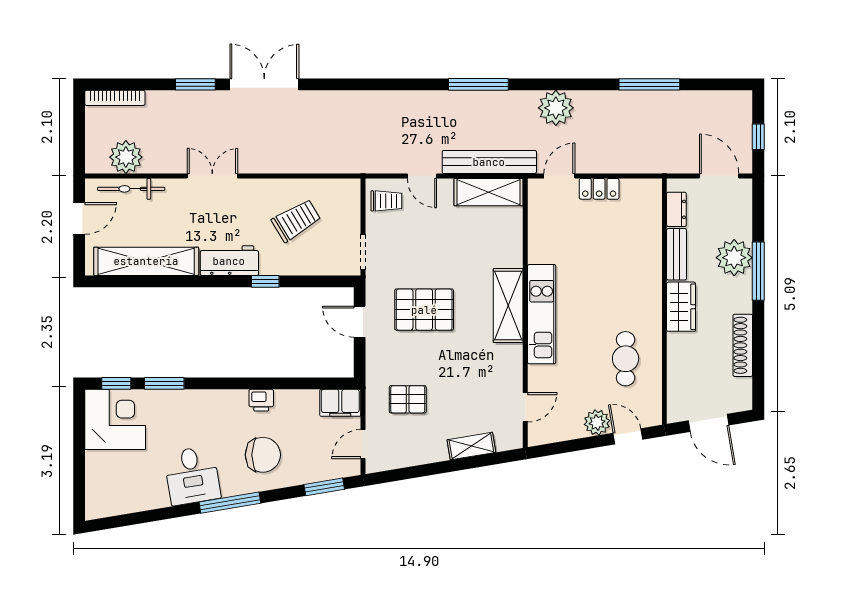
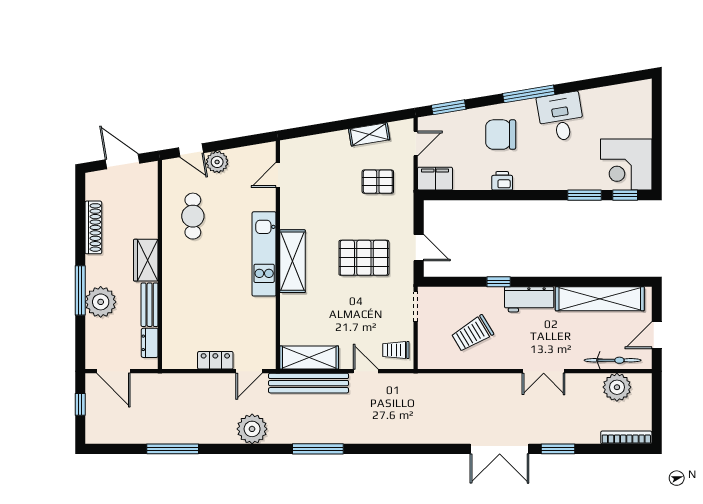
shelving: (471, 446) -> (369, 134), moved

